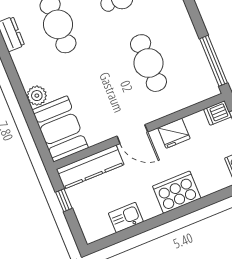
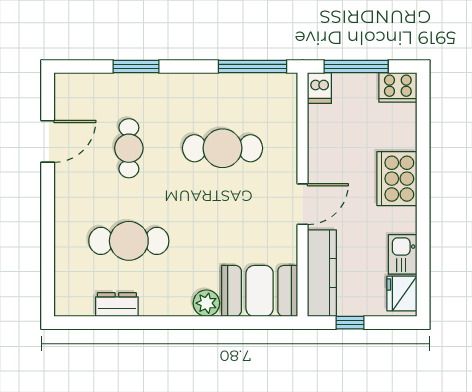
fridge: (174, 133) -> (402, 294), moved, turned 180

